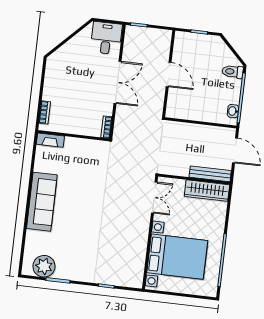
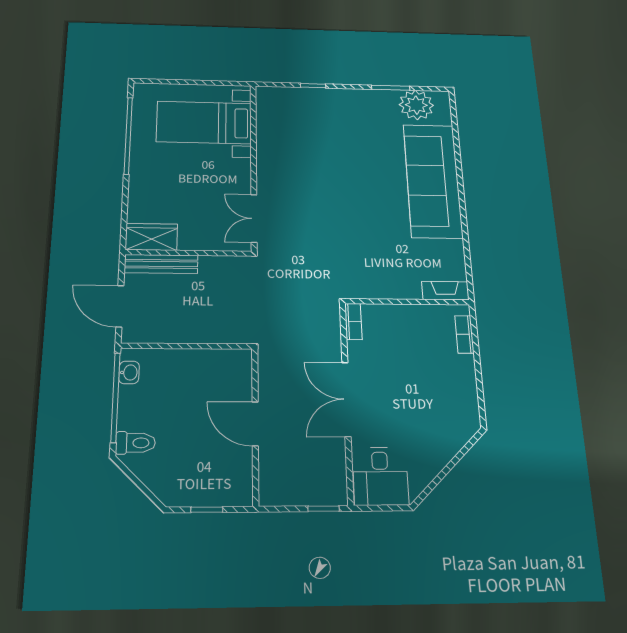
wardrobe: (207, 191) -> (151, 237), width x0.67
sofa: (42, 202) -> (433, 181), width x1.36, depth x1.27
bed with nightstands: (177, 257) -> (204, 122), width x0.73

